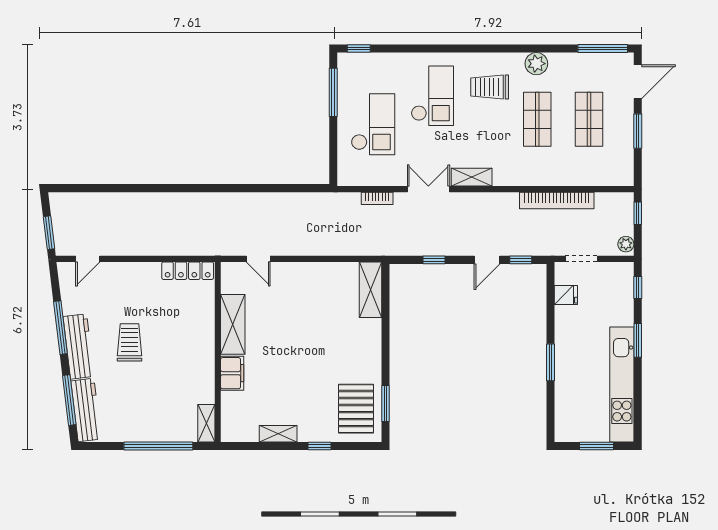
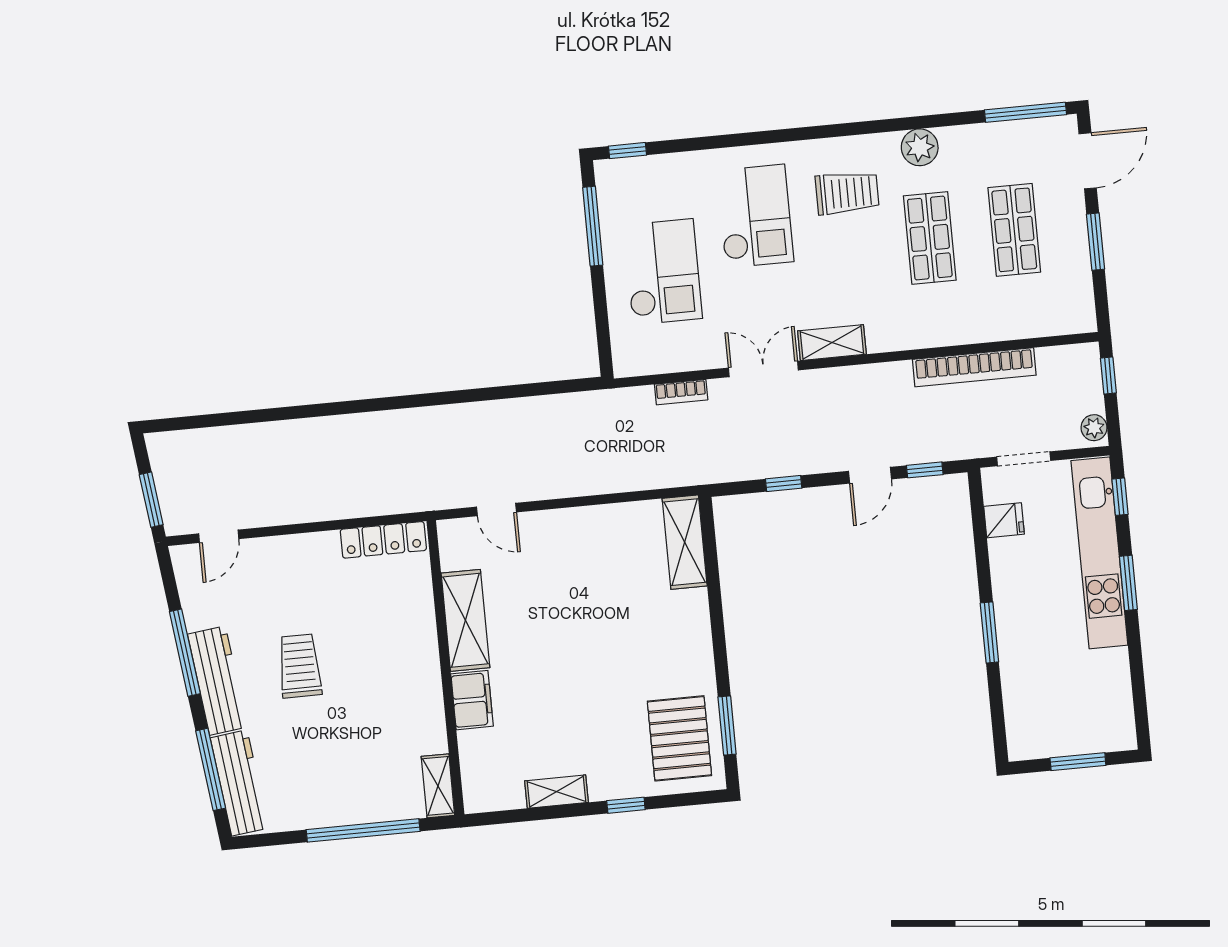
trolley: (490, 87) -> (847, 193), turned 180
kitchen unit: (622, 384) -> (1099, 553), moved

